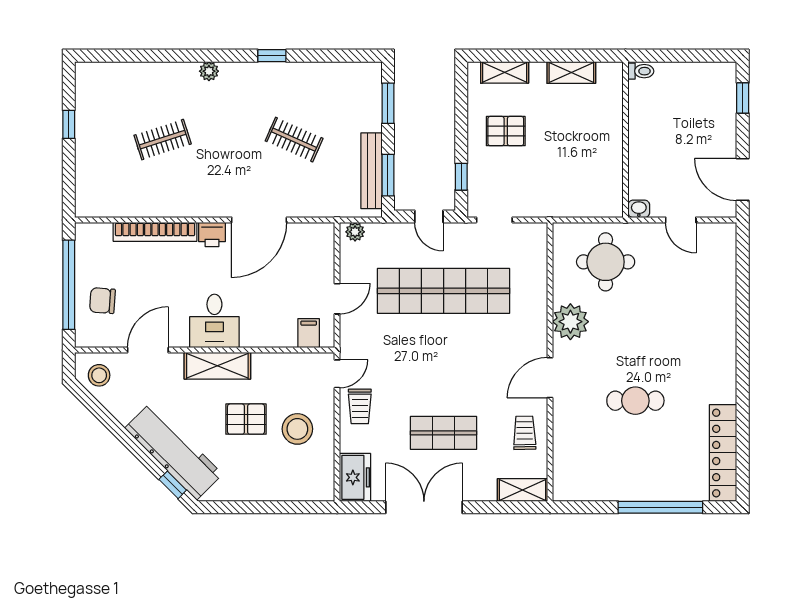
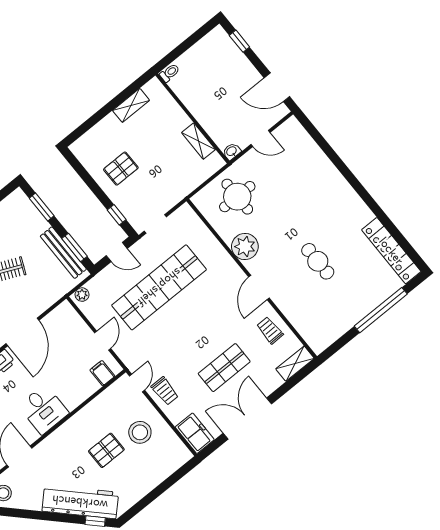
shelving: (505, 72) -> (198, 141), moved, turned 90
shelving: (217, 366) -> (66, 433), removed
cafe table: (635, 401) -> (318, 261), turned 90

